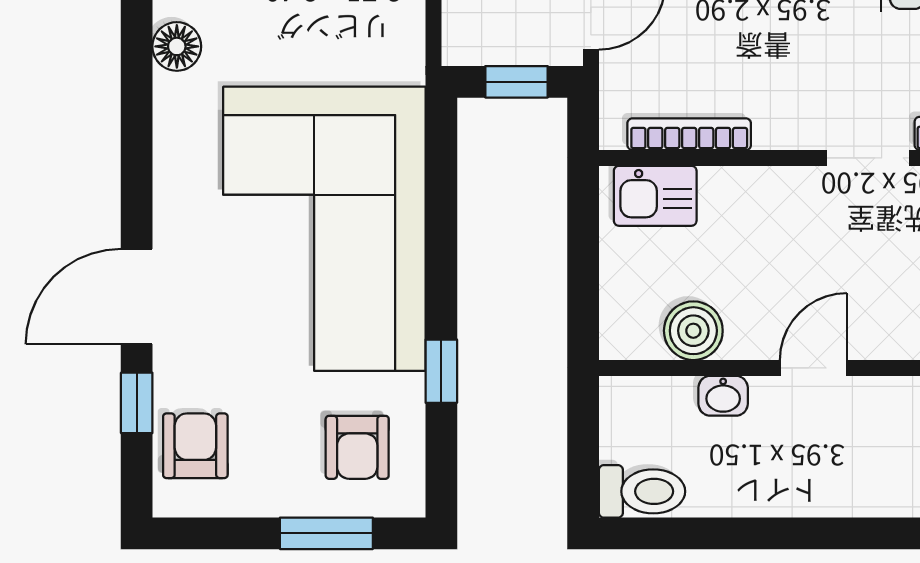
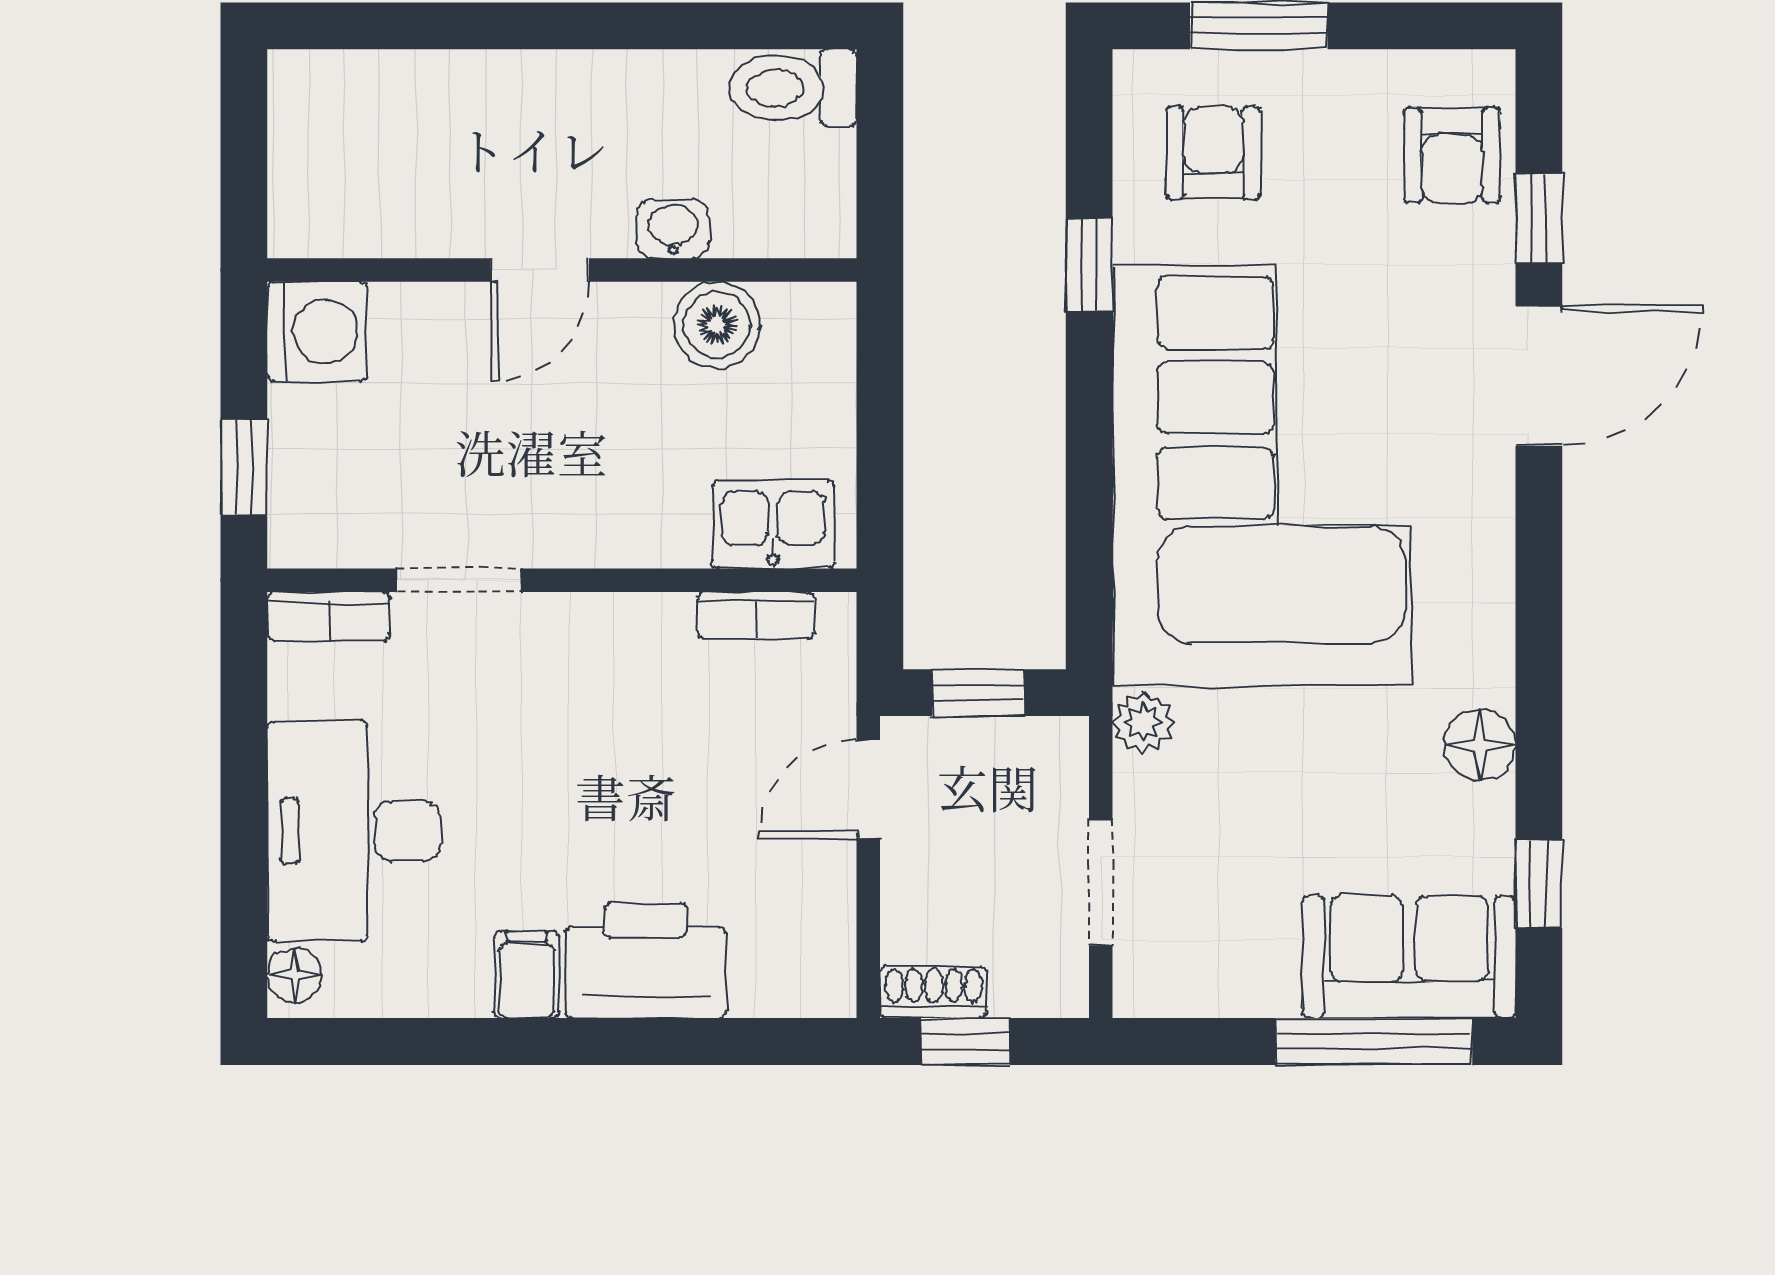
plant: (405, 62) -> (1143, 722), added
bookcase: (689, 134) -> (756, 615), width x0.64

